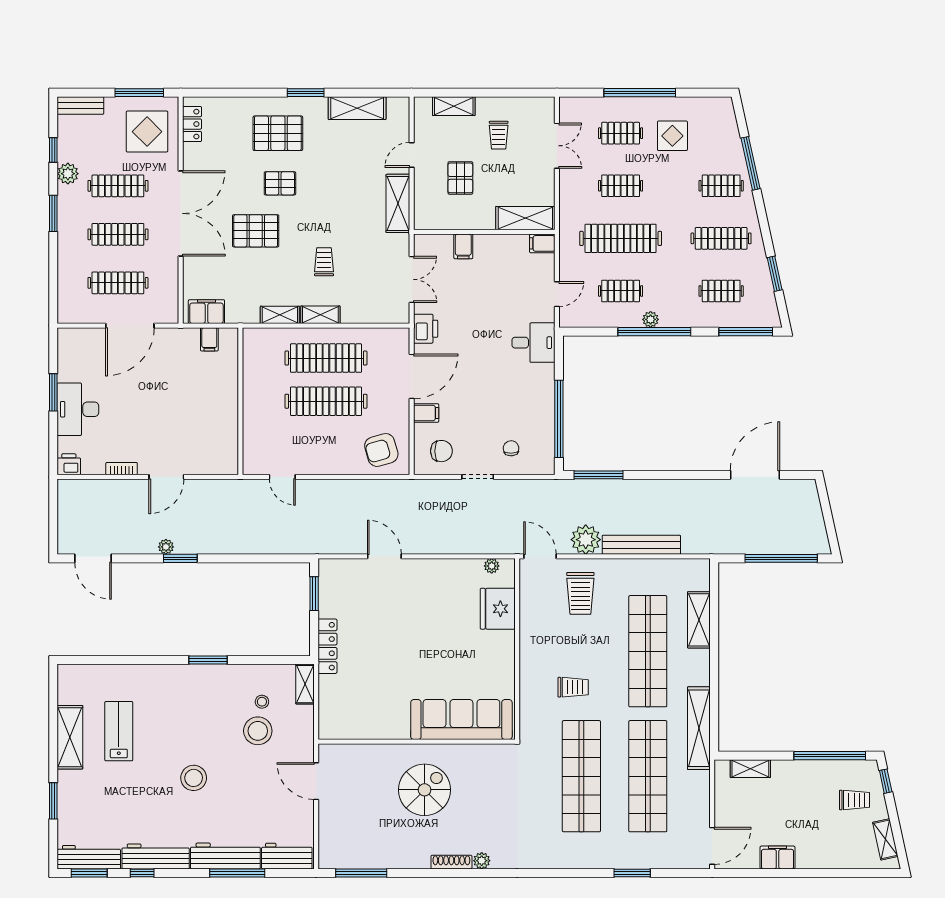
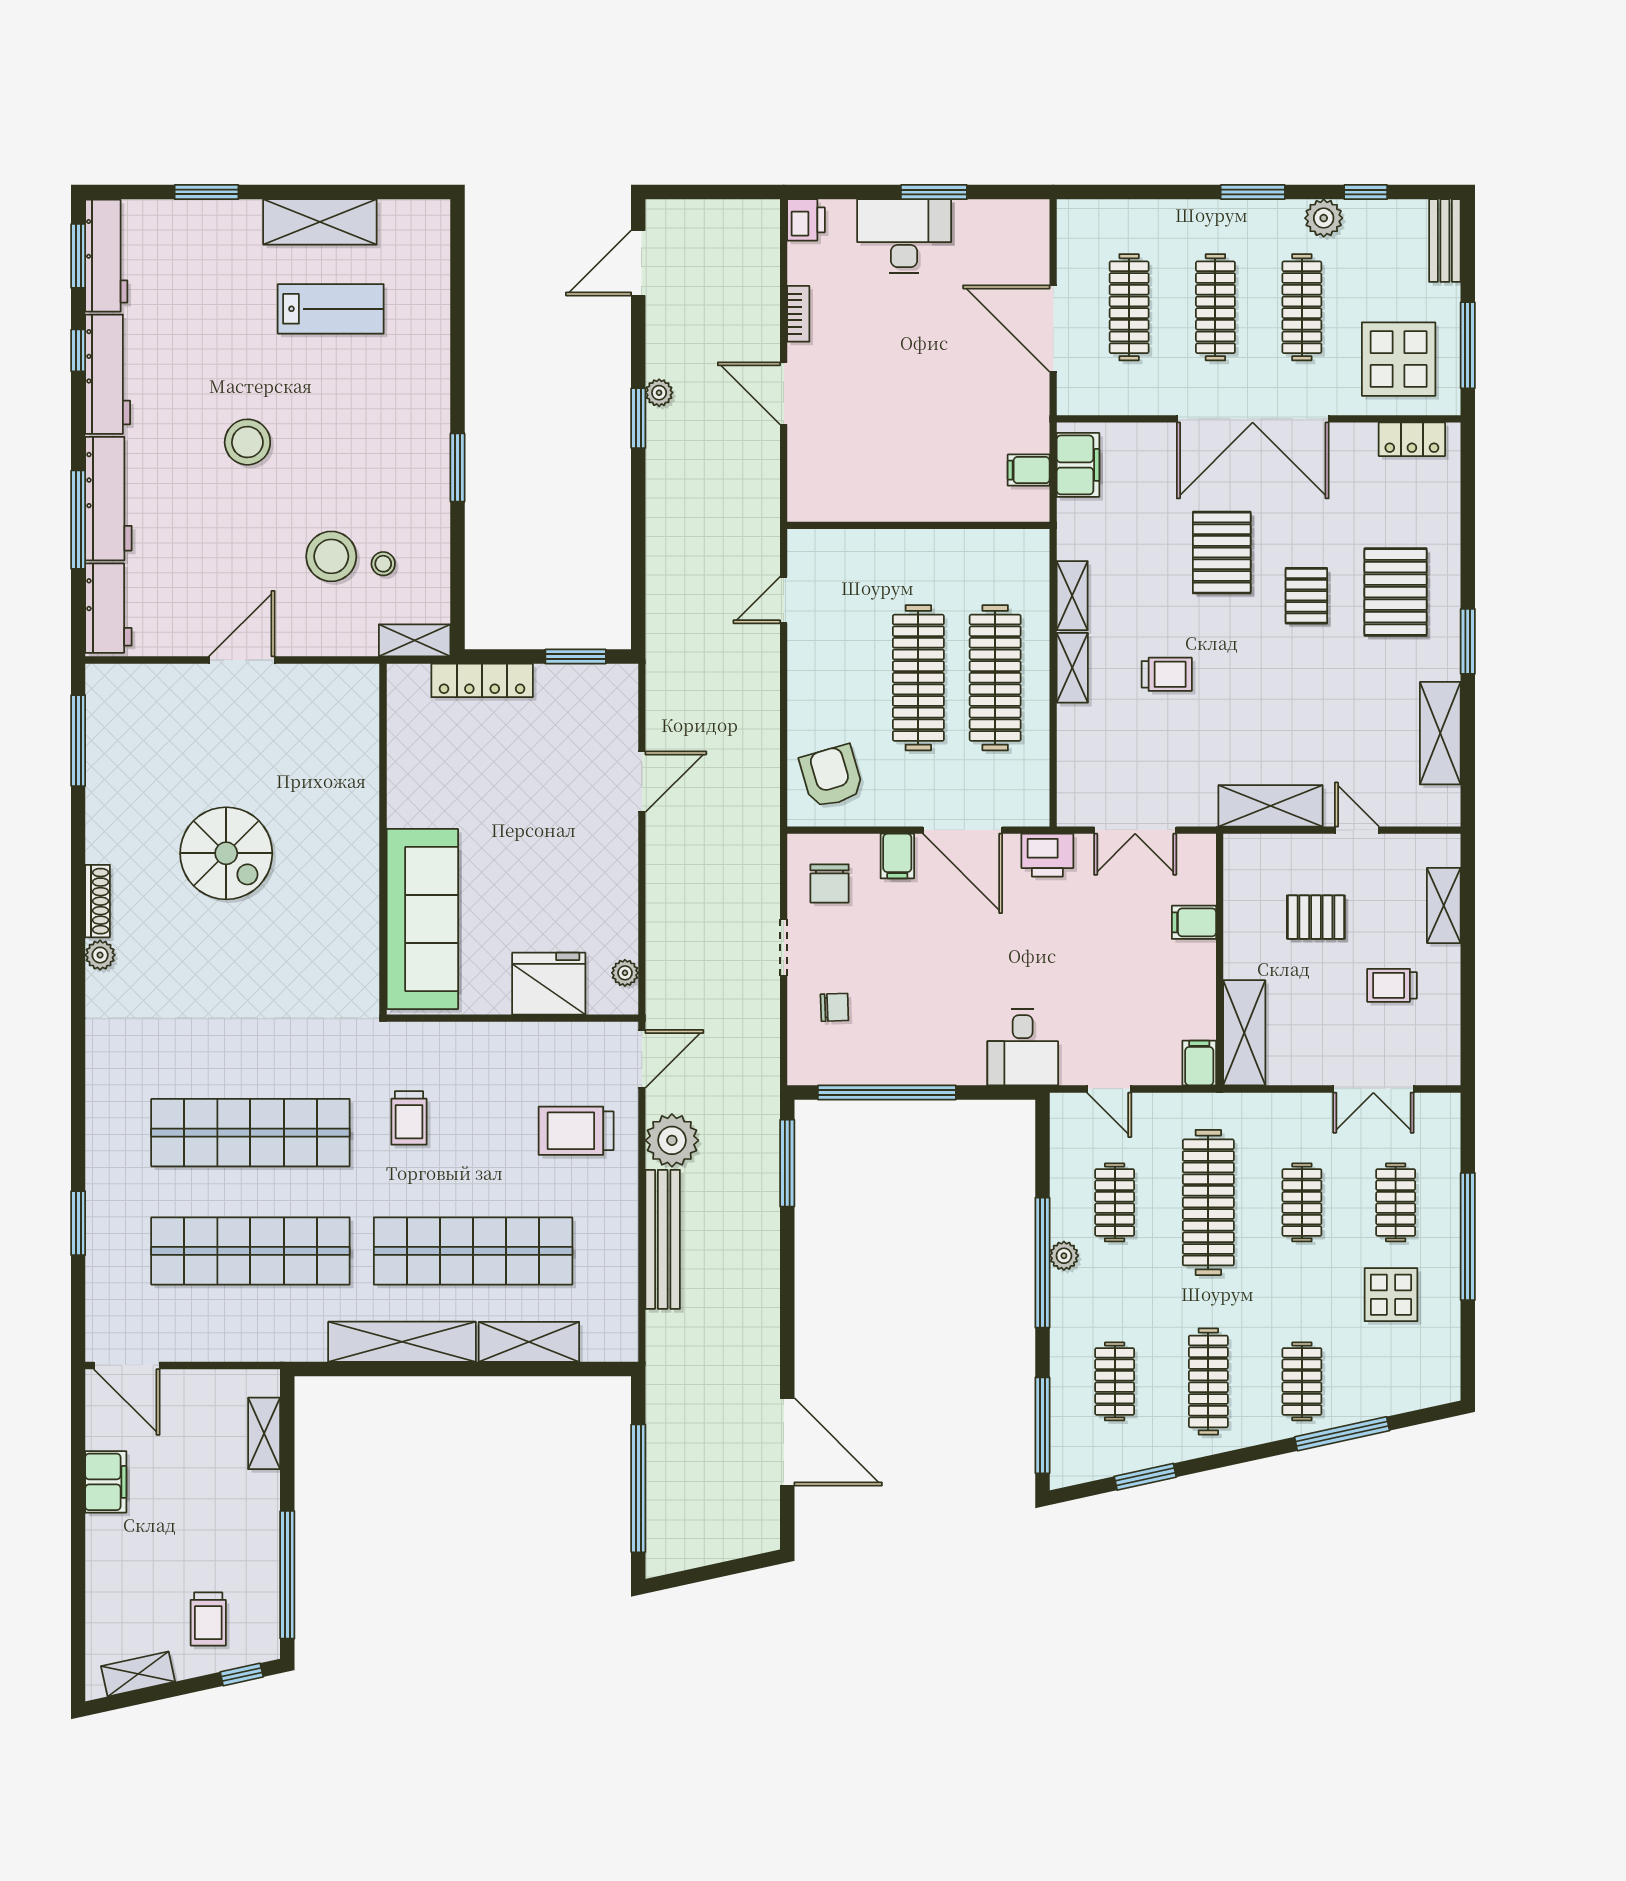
sofa: (461, 720) -> (422, 919), moved
shelving: (699, 728) -> (402, 1342), moved
wall: (417, 742) -> (383, 839), moved

